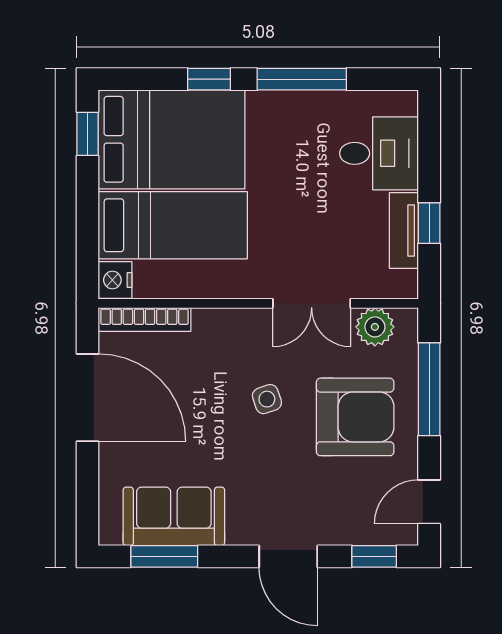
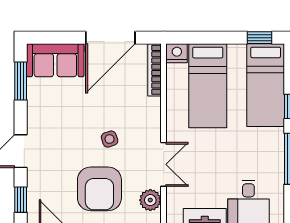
bed: (172, 139) -> (266, 85), width x0.67
double door: (312, 303) -> (164, 164), swing flipped
sofa: (174, 516) -> (55, 60), moved, turned 90

